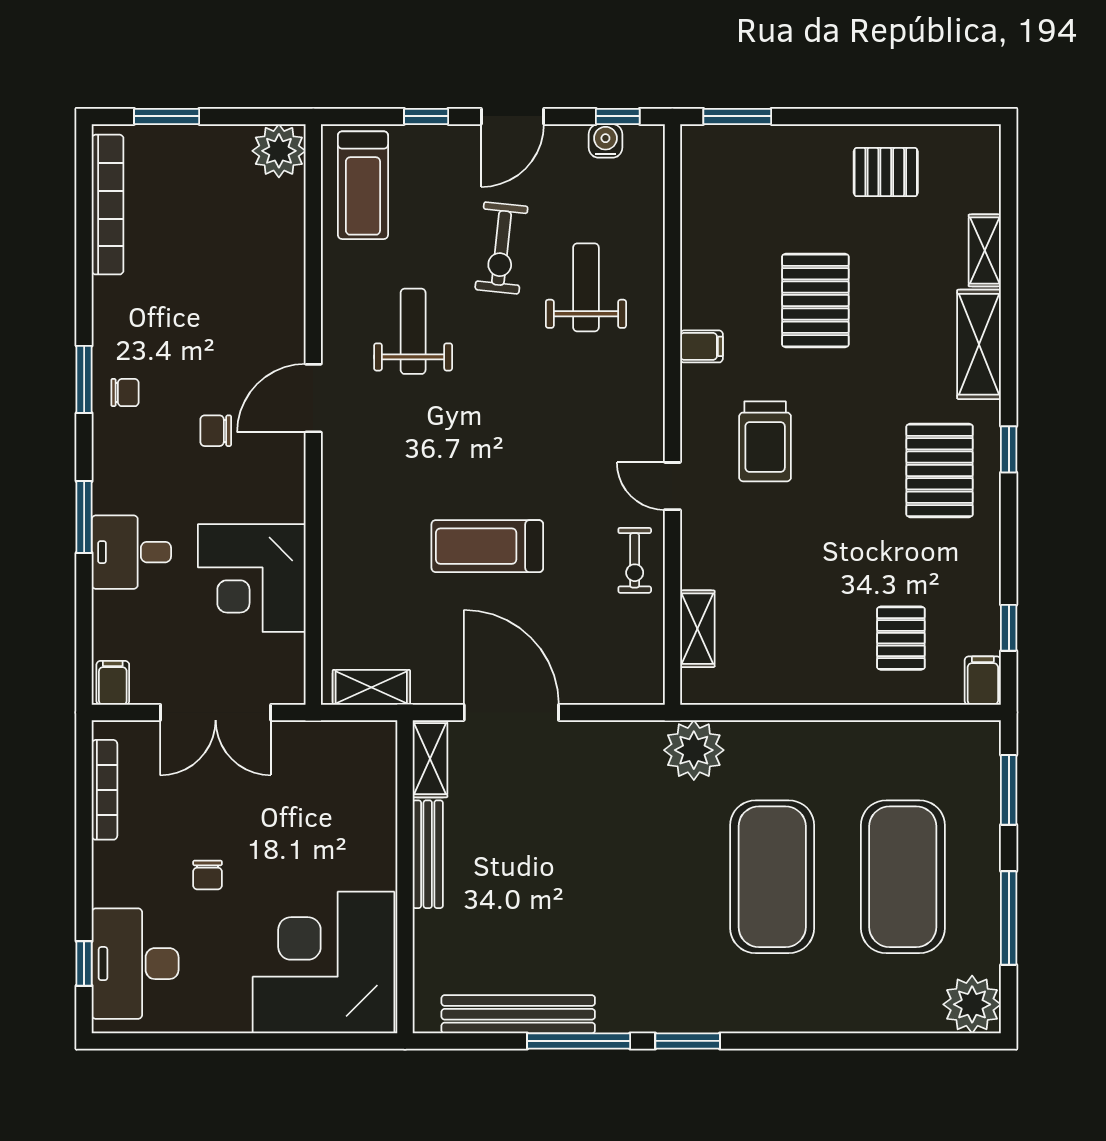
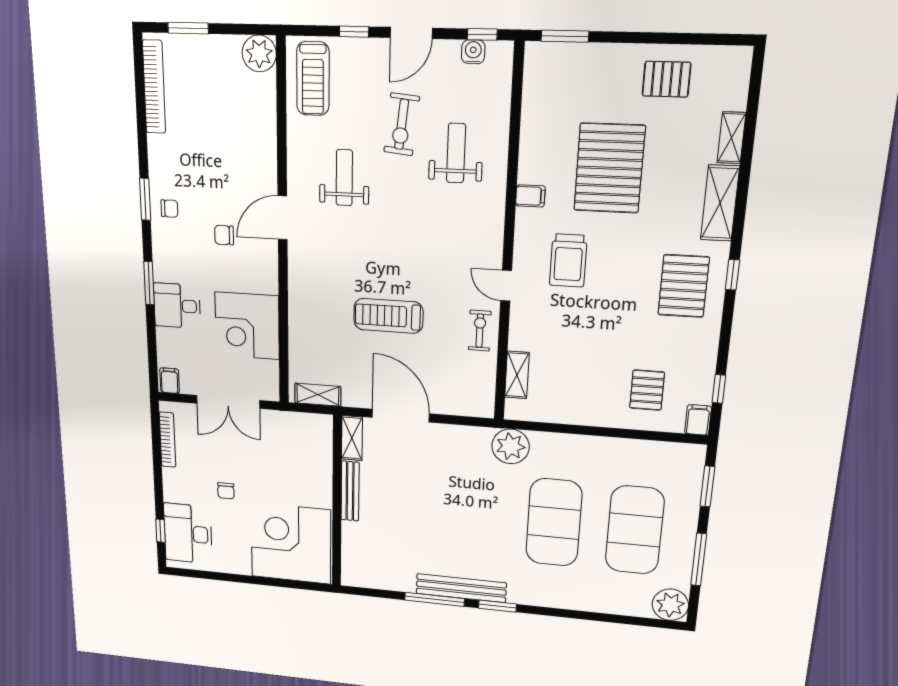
pallet: (815, 301) -> (609, 168), width x1.37, depth x1.41
exercise bike: (635, 560) -> (480, 331), turned 180
bench: (518, 1014) -> (461, 588), moved

